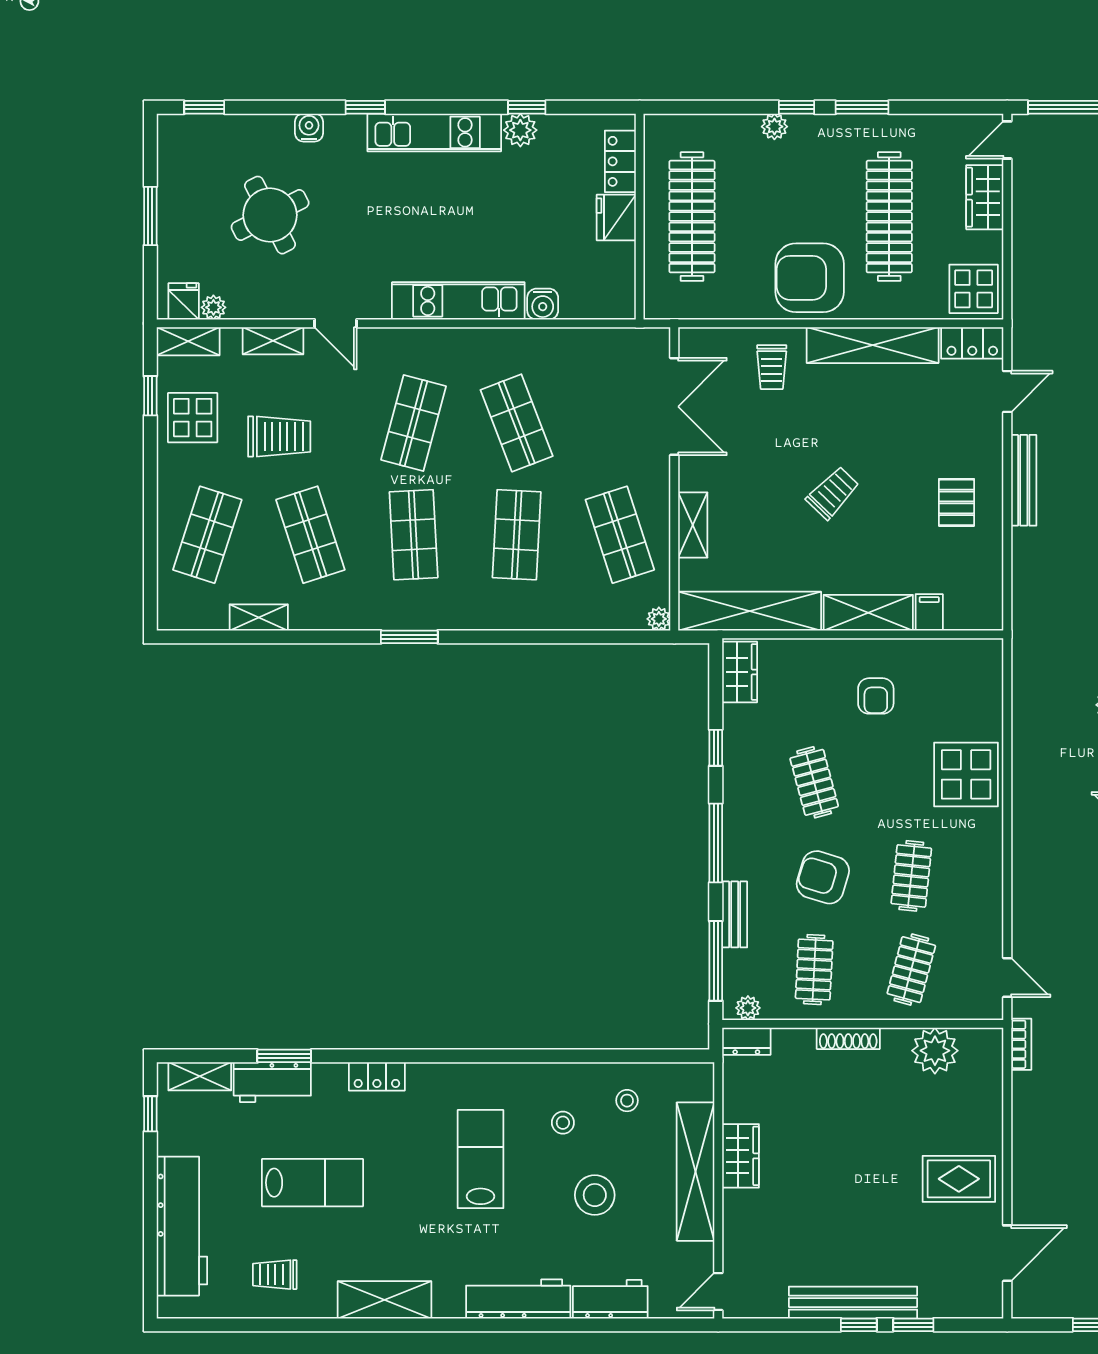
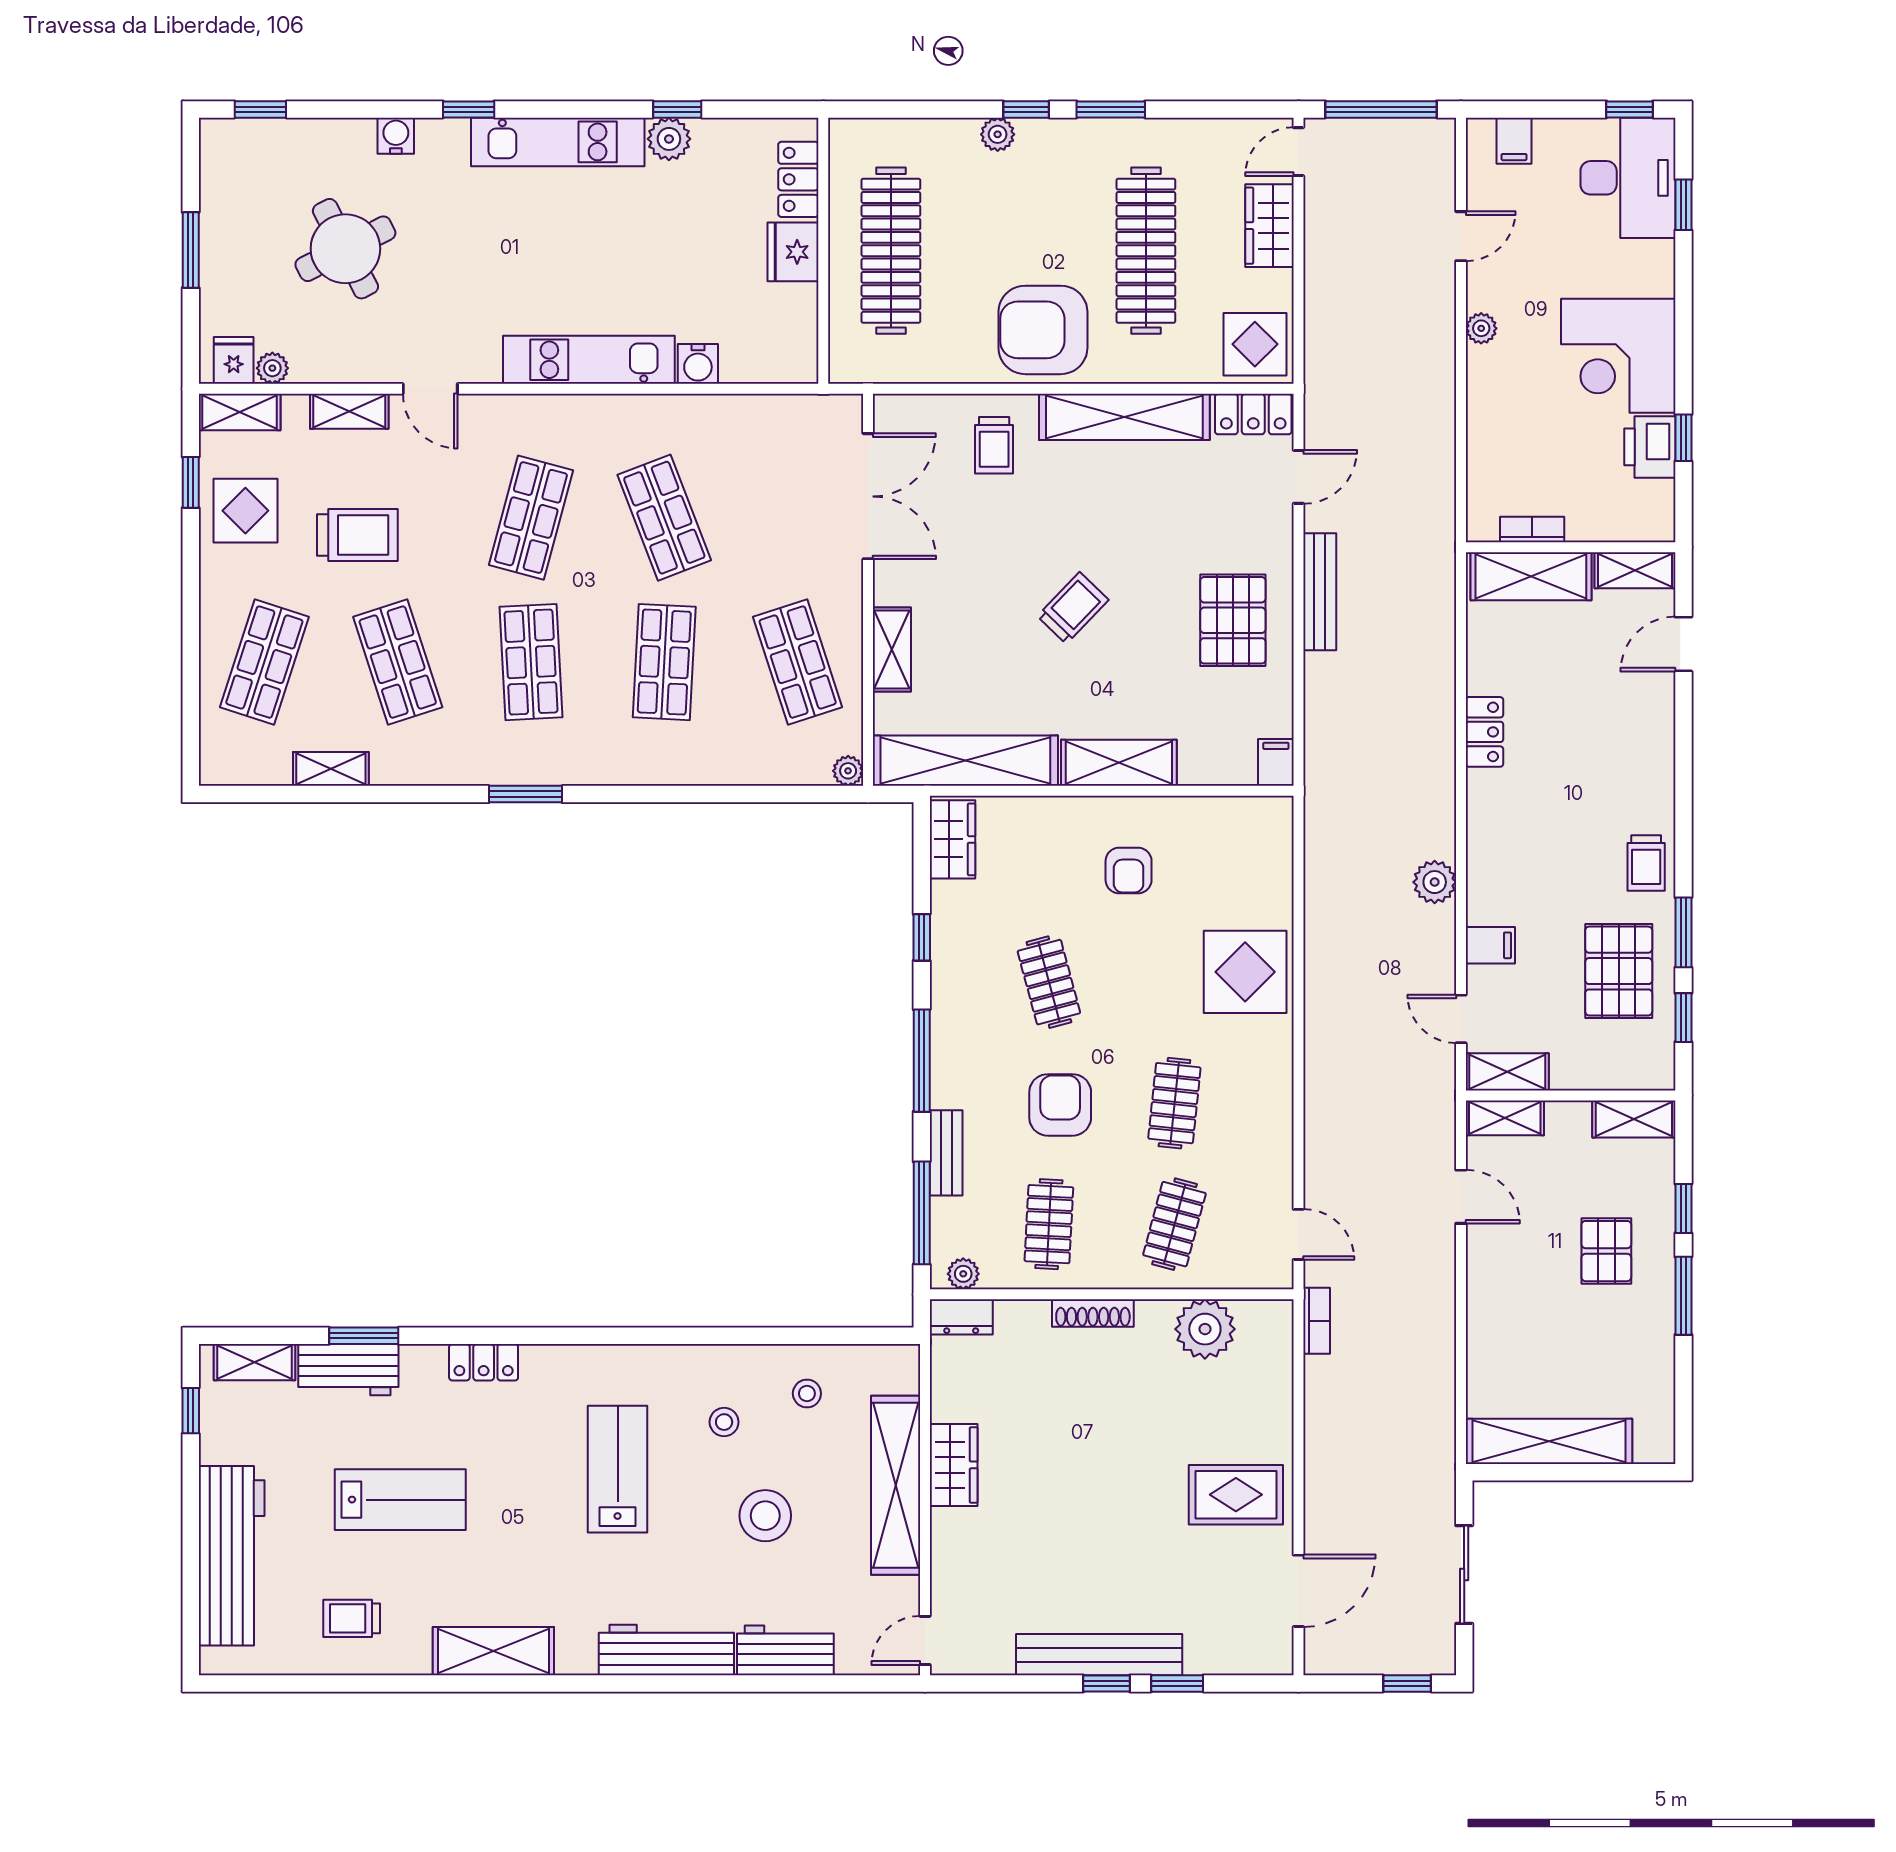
pallet: (956, 502) -> (1233, 620), width x1.50, depth x1.42
filing cabinet: (929, 612) -> (1276, 762), moved
armchair: (823, 877) -> (1060, 1105), turned 73

